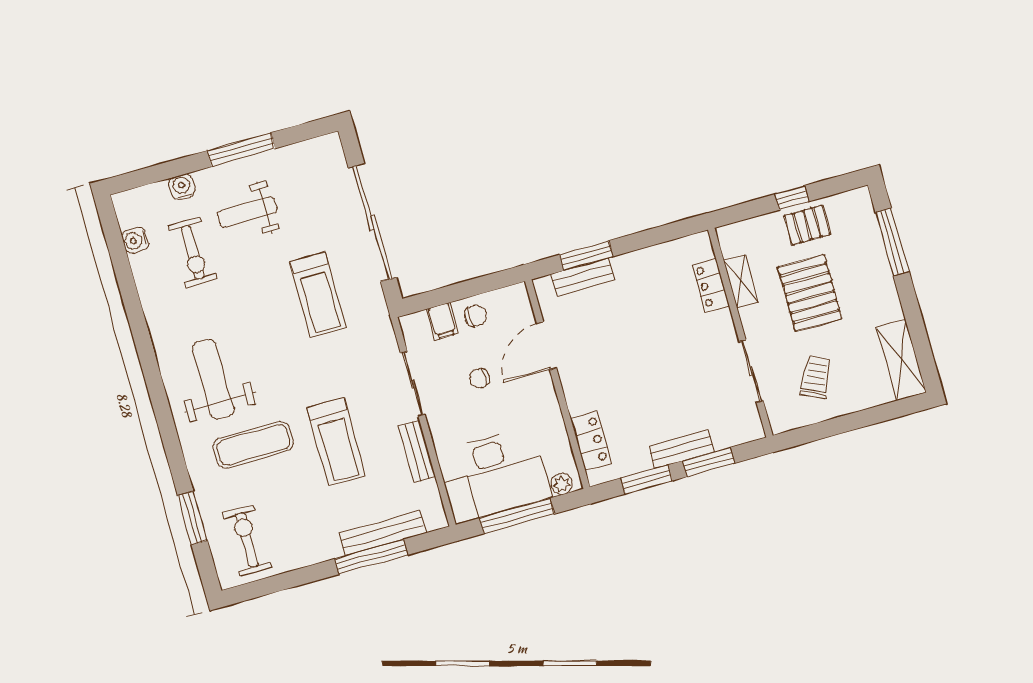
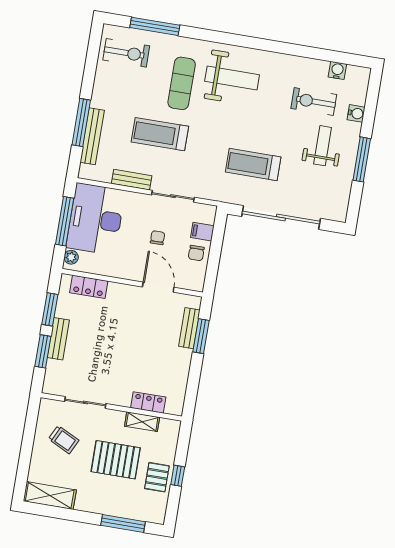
window: (192, 518) -> (155, 26), width x1.44

